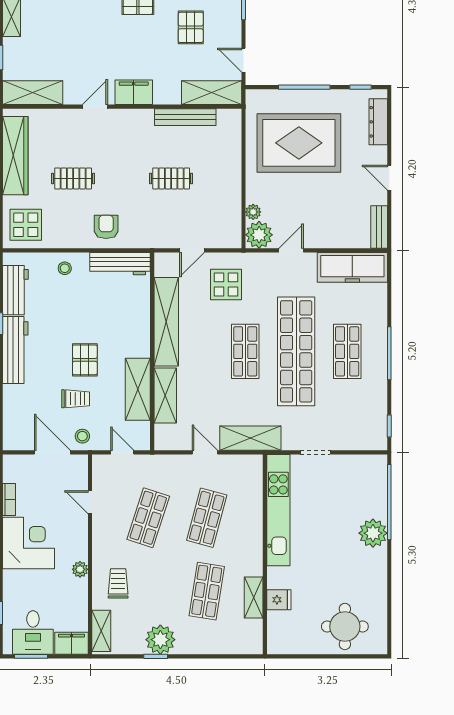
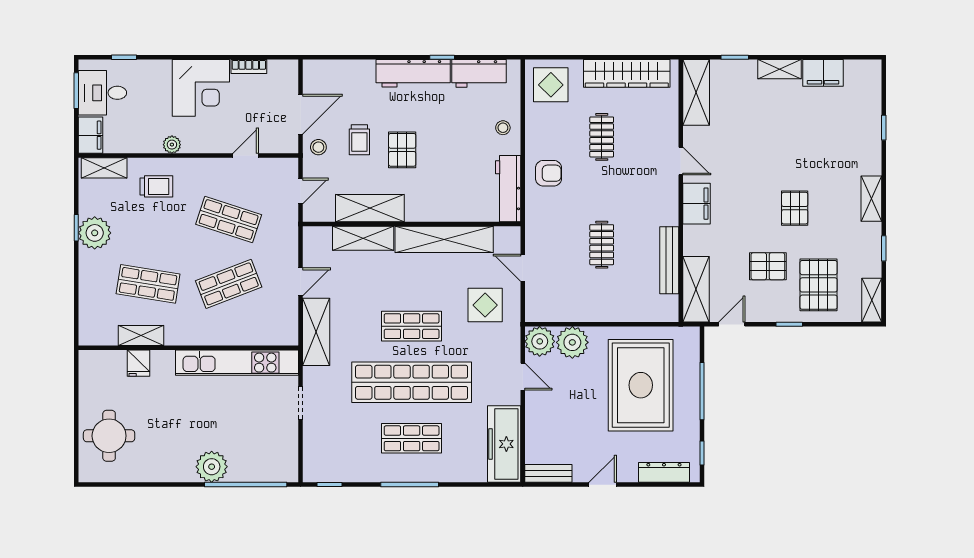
plant: (253, 212) -> (572, 342), width x1.88, depth x1.88
pallet: (85, 360) -> (402, 150), turned 90
shop shelf: (207, 518) -> (229, 284), turned -36

